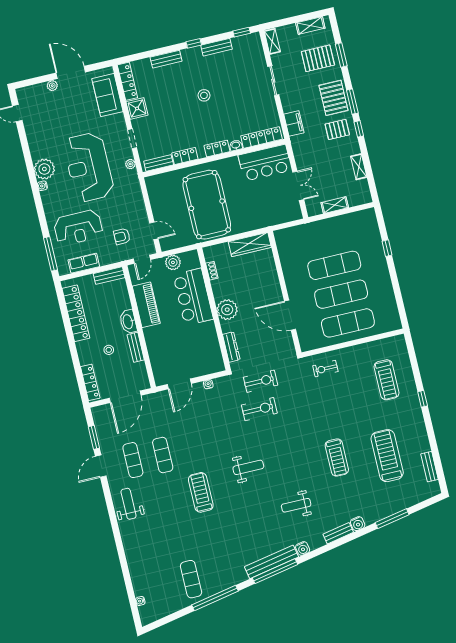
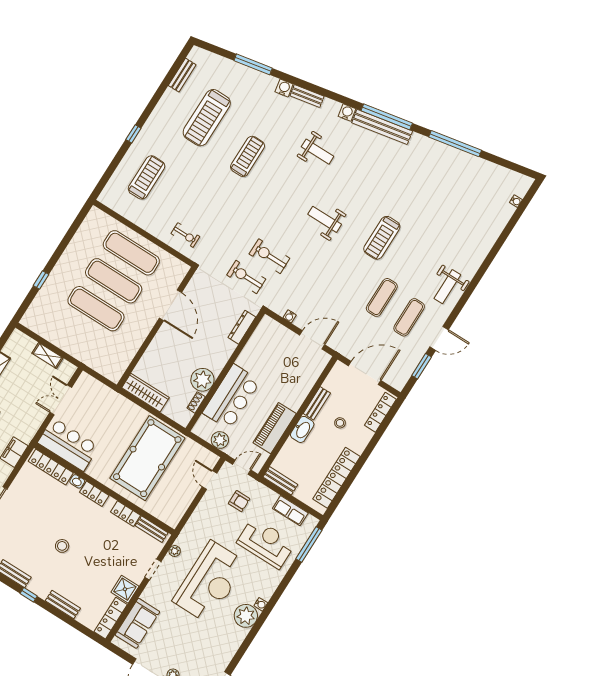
plant: (227, 310) -> (202, 380), moved
exercise mat: (191, 579) -> (459, 178), removed

